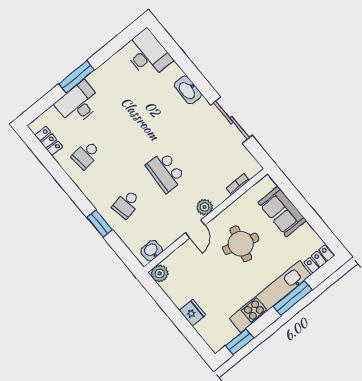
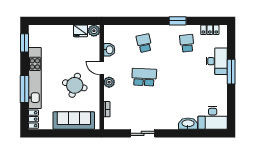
washbasin: (188, 90) -> (188, 124), moved
sliding door: (232, 120) -> (143, 133), width x0.73
sofa: (282, 212) -> (74, 120), width x1.36
window: (100, 223) -> (178, 21), moved
washbasin: (152, 251) -> (109, 50), moved
fridge: (192, 313) -> (80, 31), moved

